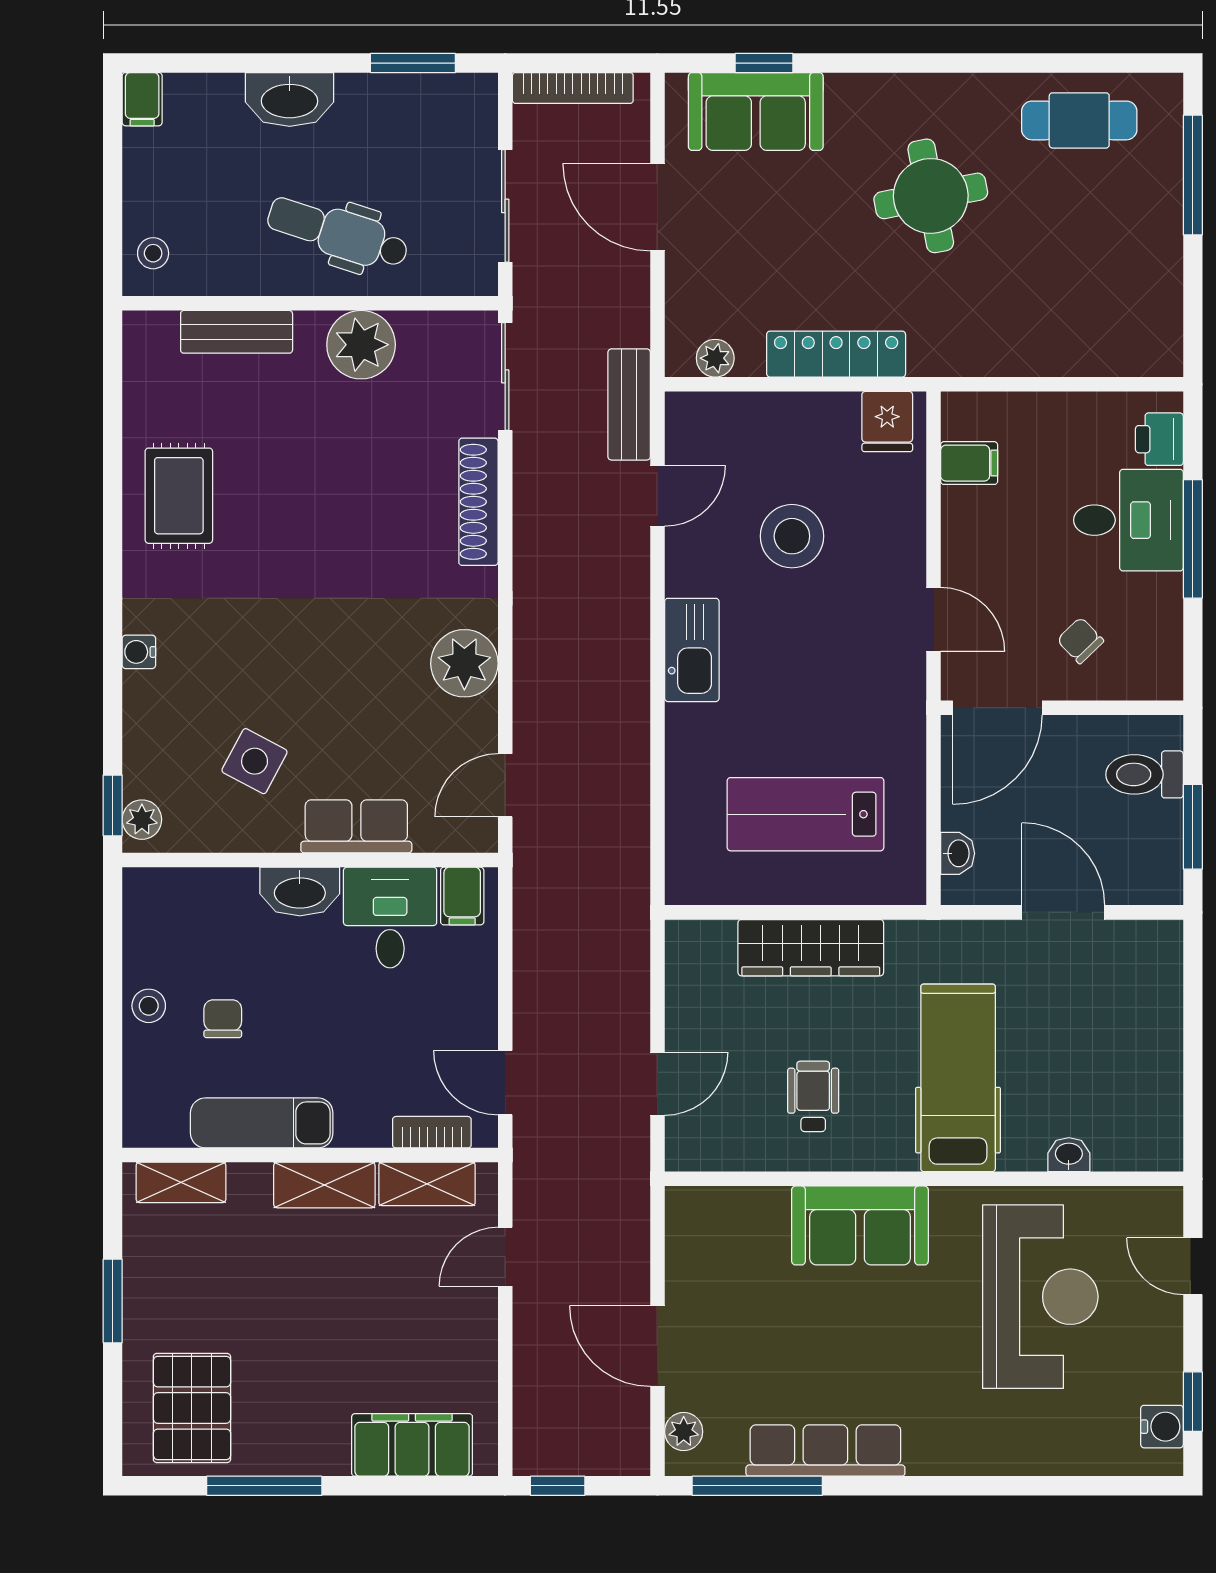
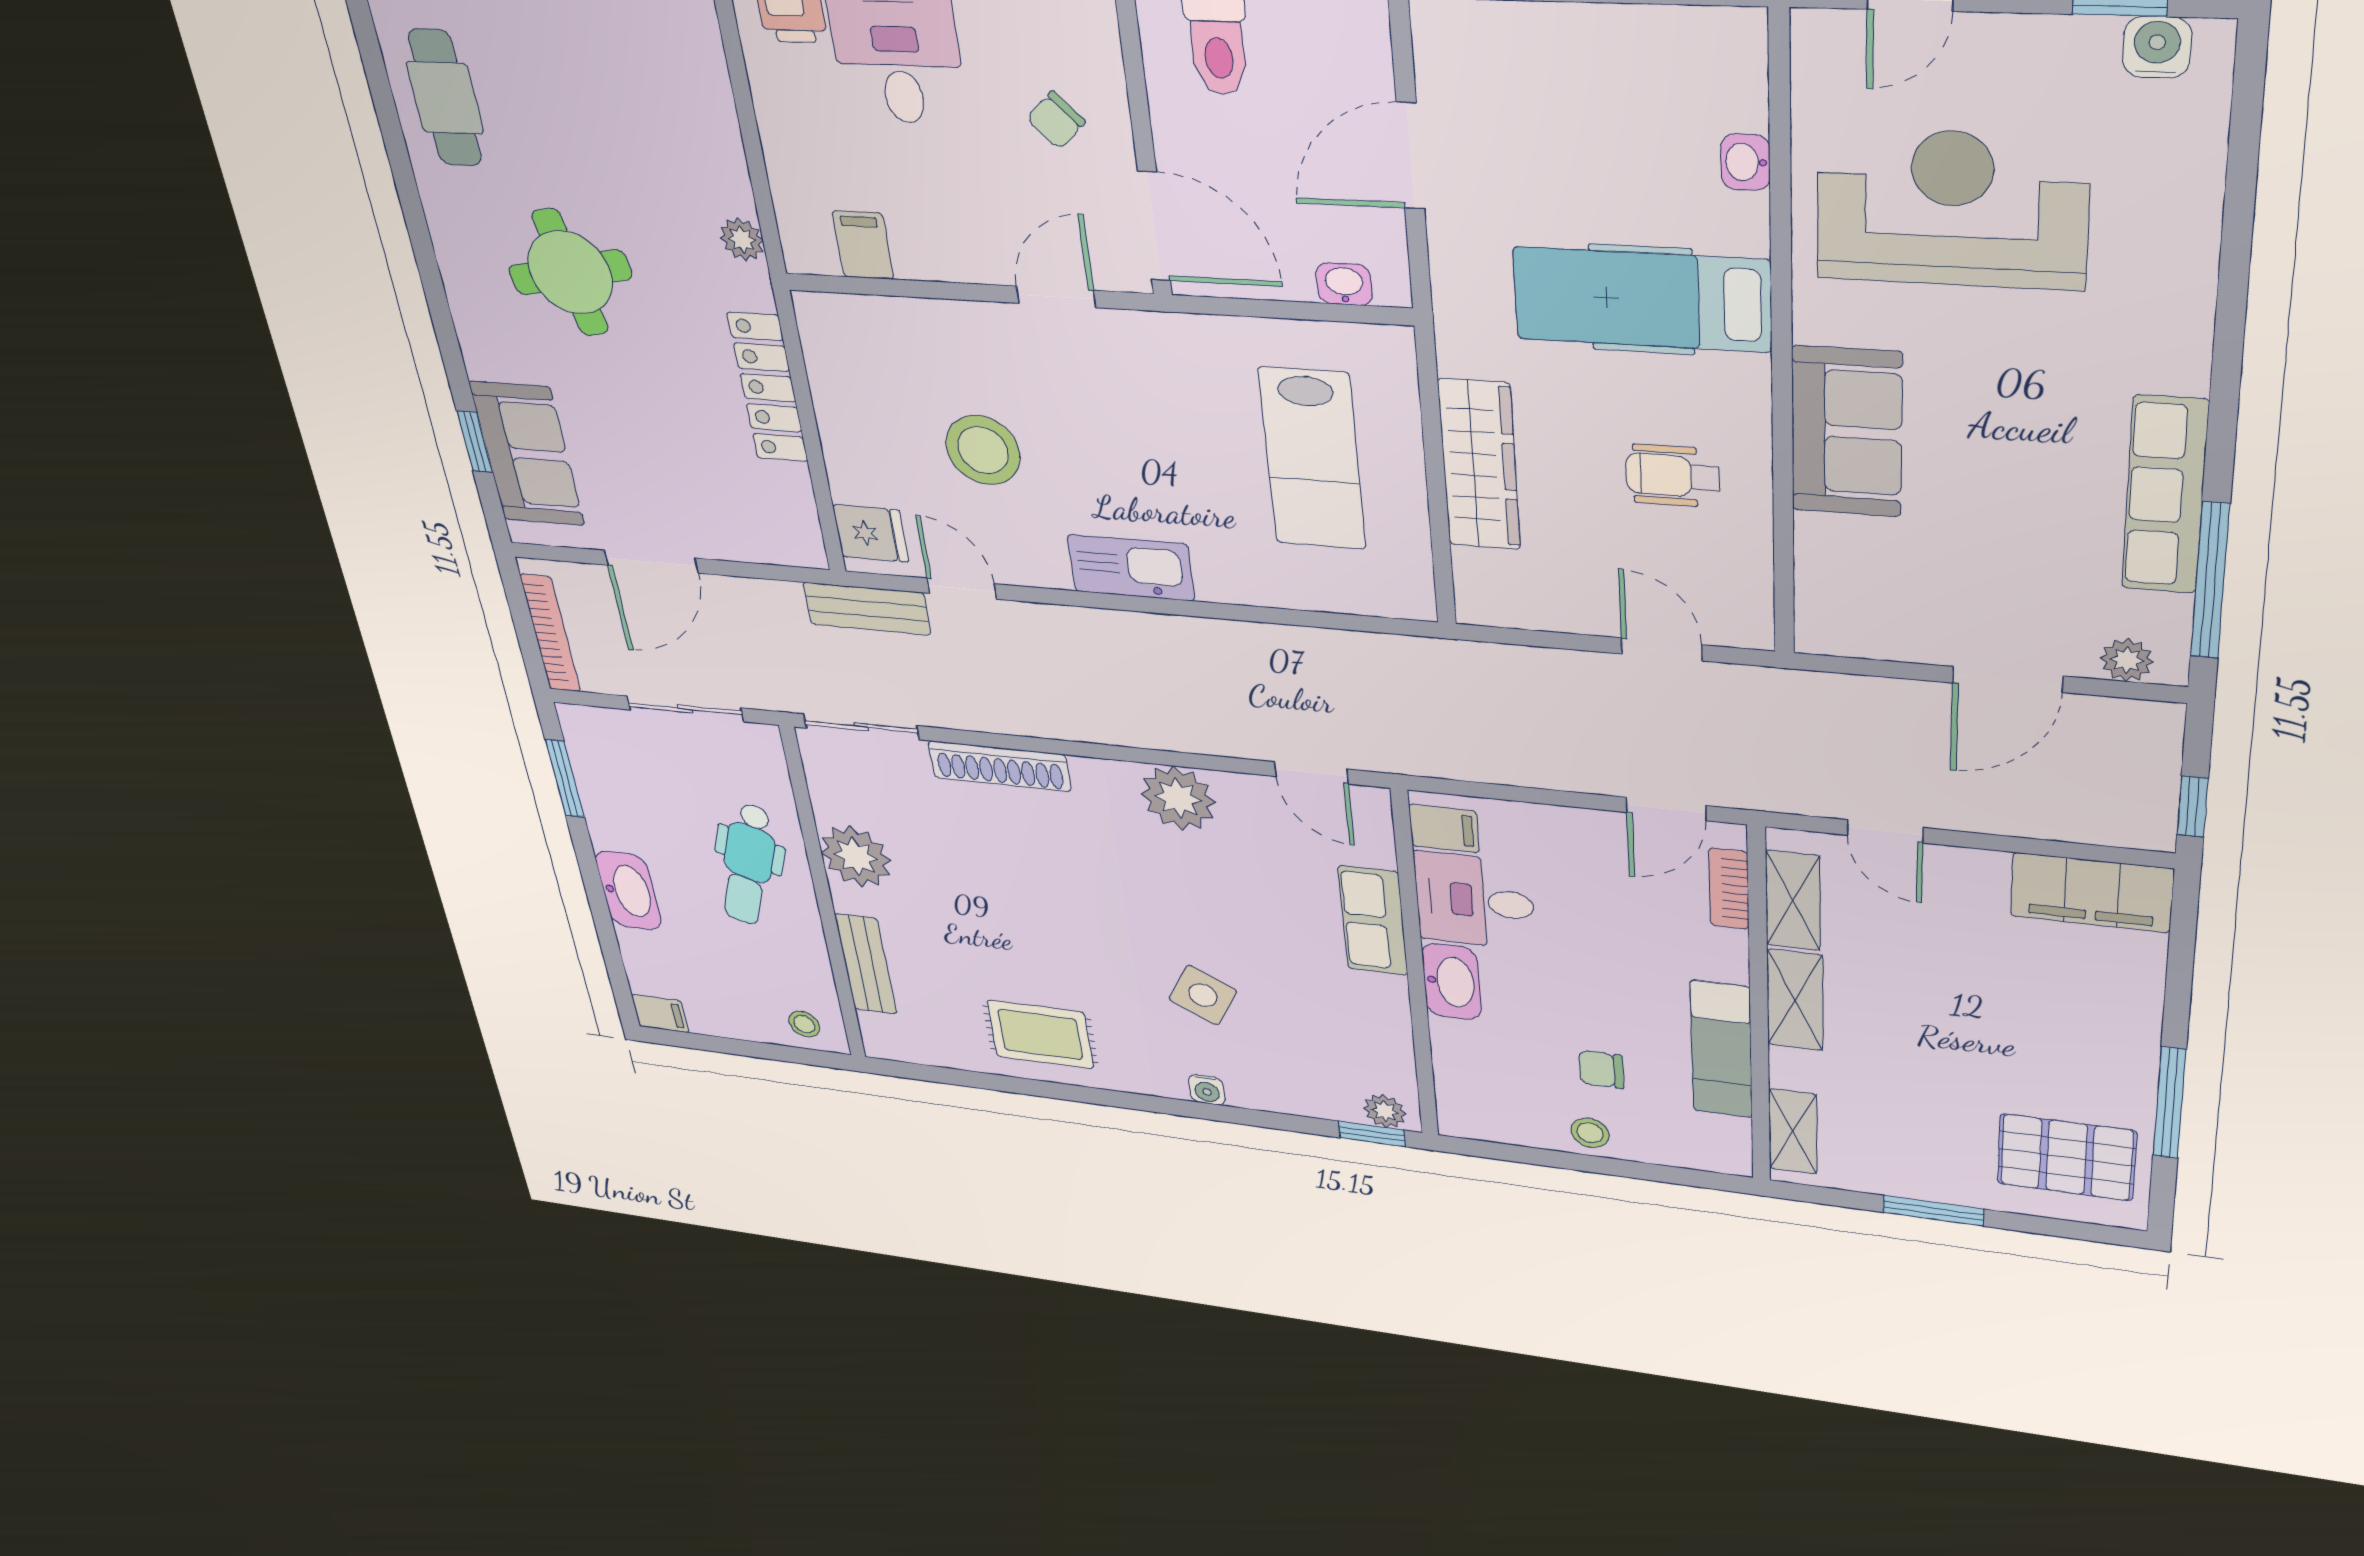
plant: (715, 358) -> (742, 239), moved
fridge: (887, 422) -> (871, 533), moved
side table: (255, 761) -> (1203, 995), moved
filing cabinet: (412, 1445) -> (2092, 893), moved, turned -90

